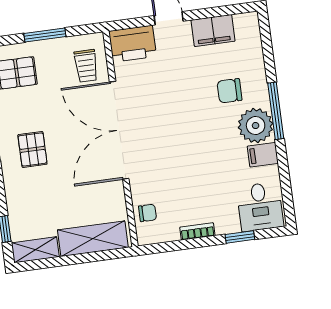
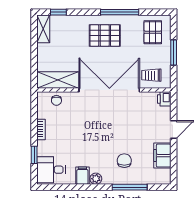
printer: (133, 44) -> (164, 99), width x0.53, depth x0.68
window: (276, 111) -> (130, 187), moved
plant: (256, 126) -> (96, 179), width x0.53, depth x0.53
pallet: (32, 149) -> (105, 35), width x1.50, depth x1.42
shelving: (93, 239) -> (58, 80), moved, turned 90

